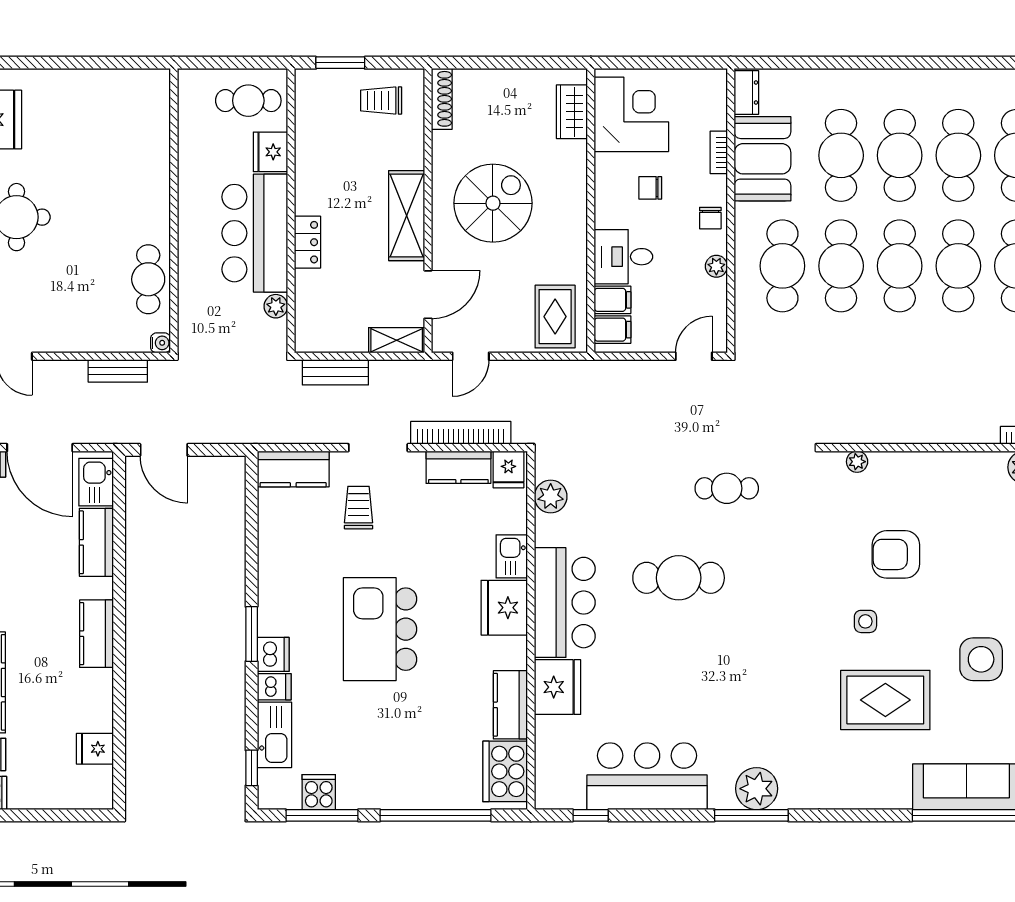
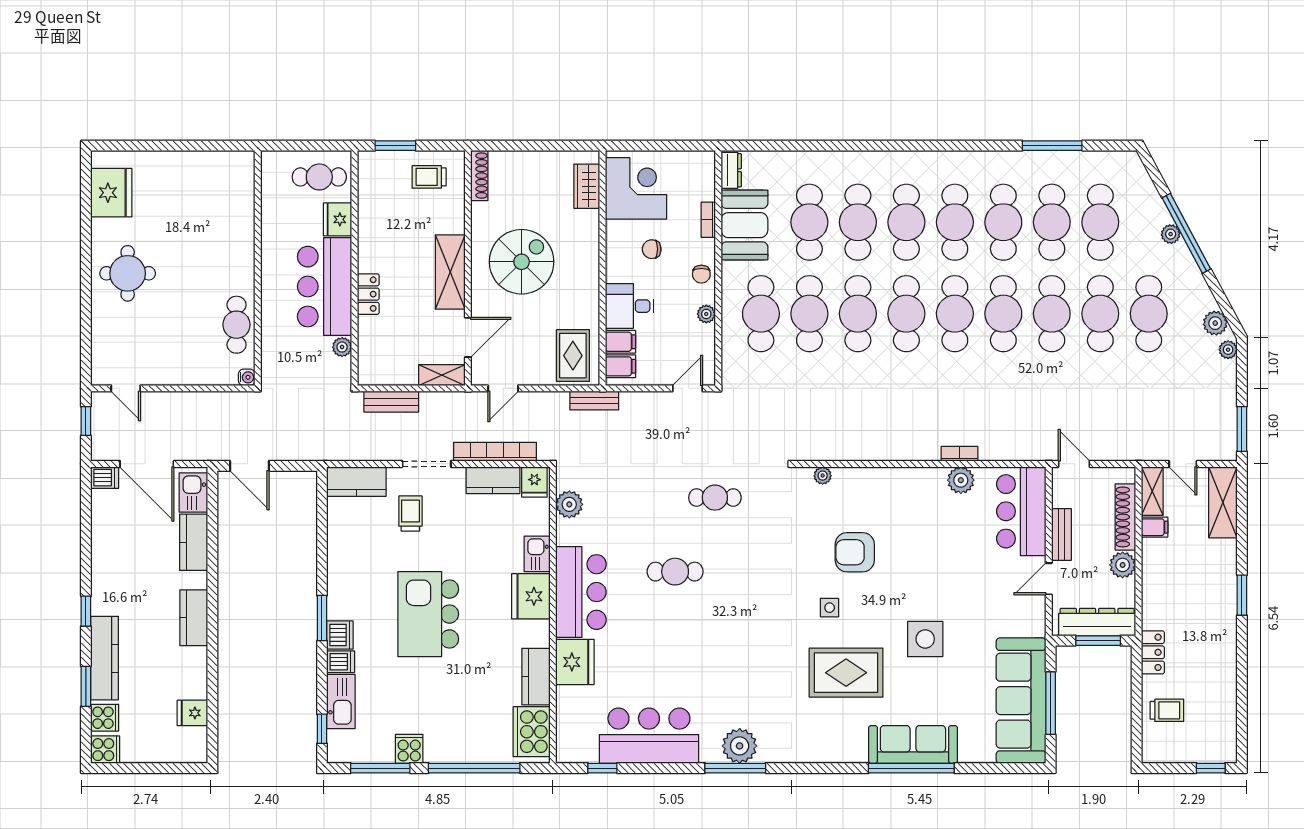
bench: (118, 371) -> (594, 401), moved
cafe table: (679, 578) -> (675, 572), width x0.73, depth x0.74
cooker: (319, 792) -> (409, 749), moved

